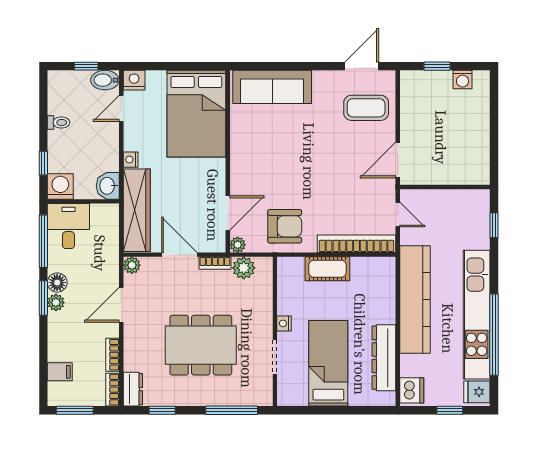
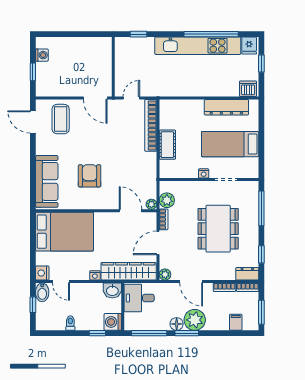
desk: (68, 226) -> (139, 298), moved
armchair: (285, 226) -> (90, 176), moved
kitchen counter: (415, 300) -> (188, 87), removed
plant: (56, 302) -> (195, 320), width x1.88, depth x1.88

